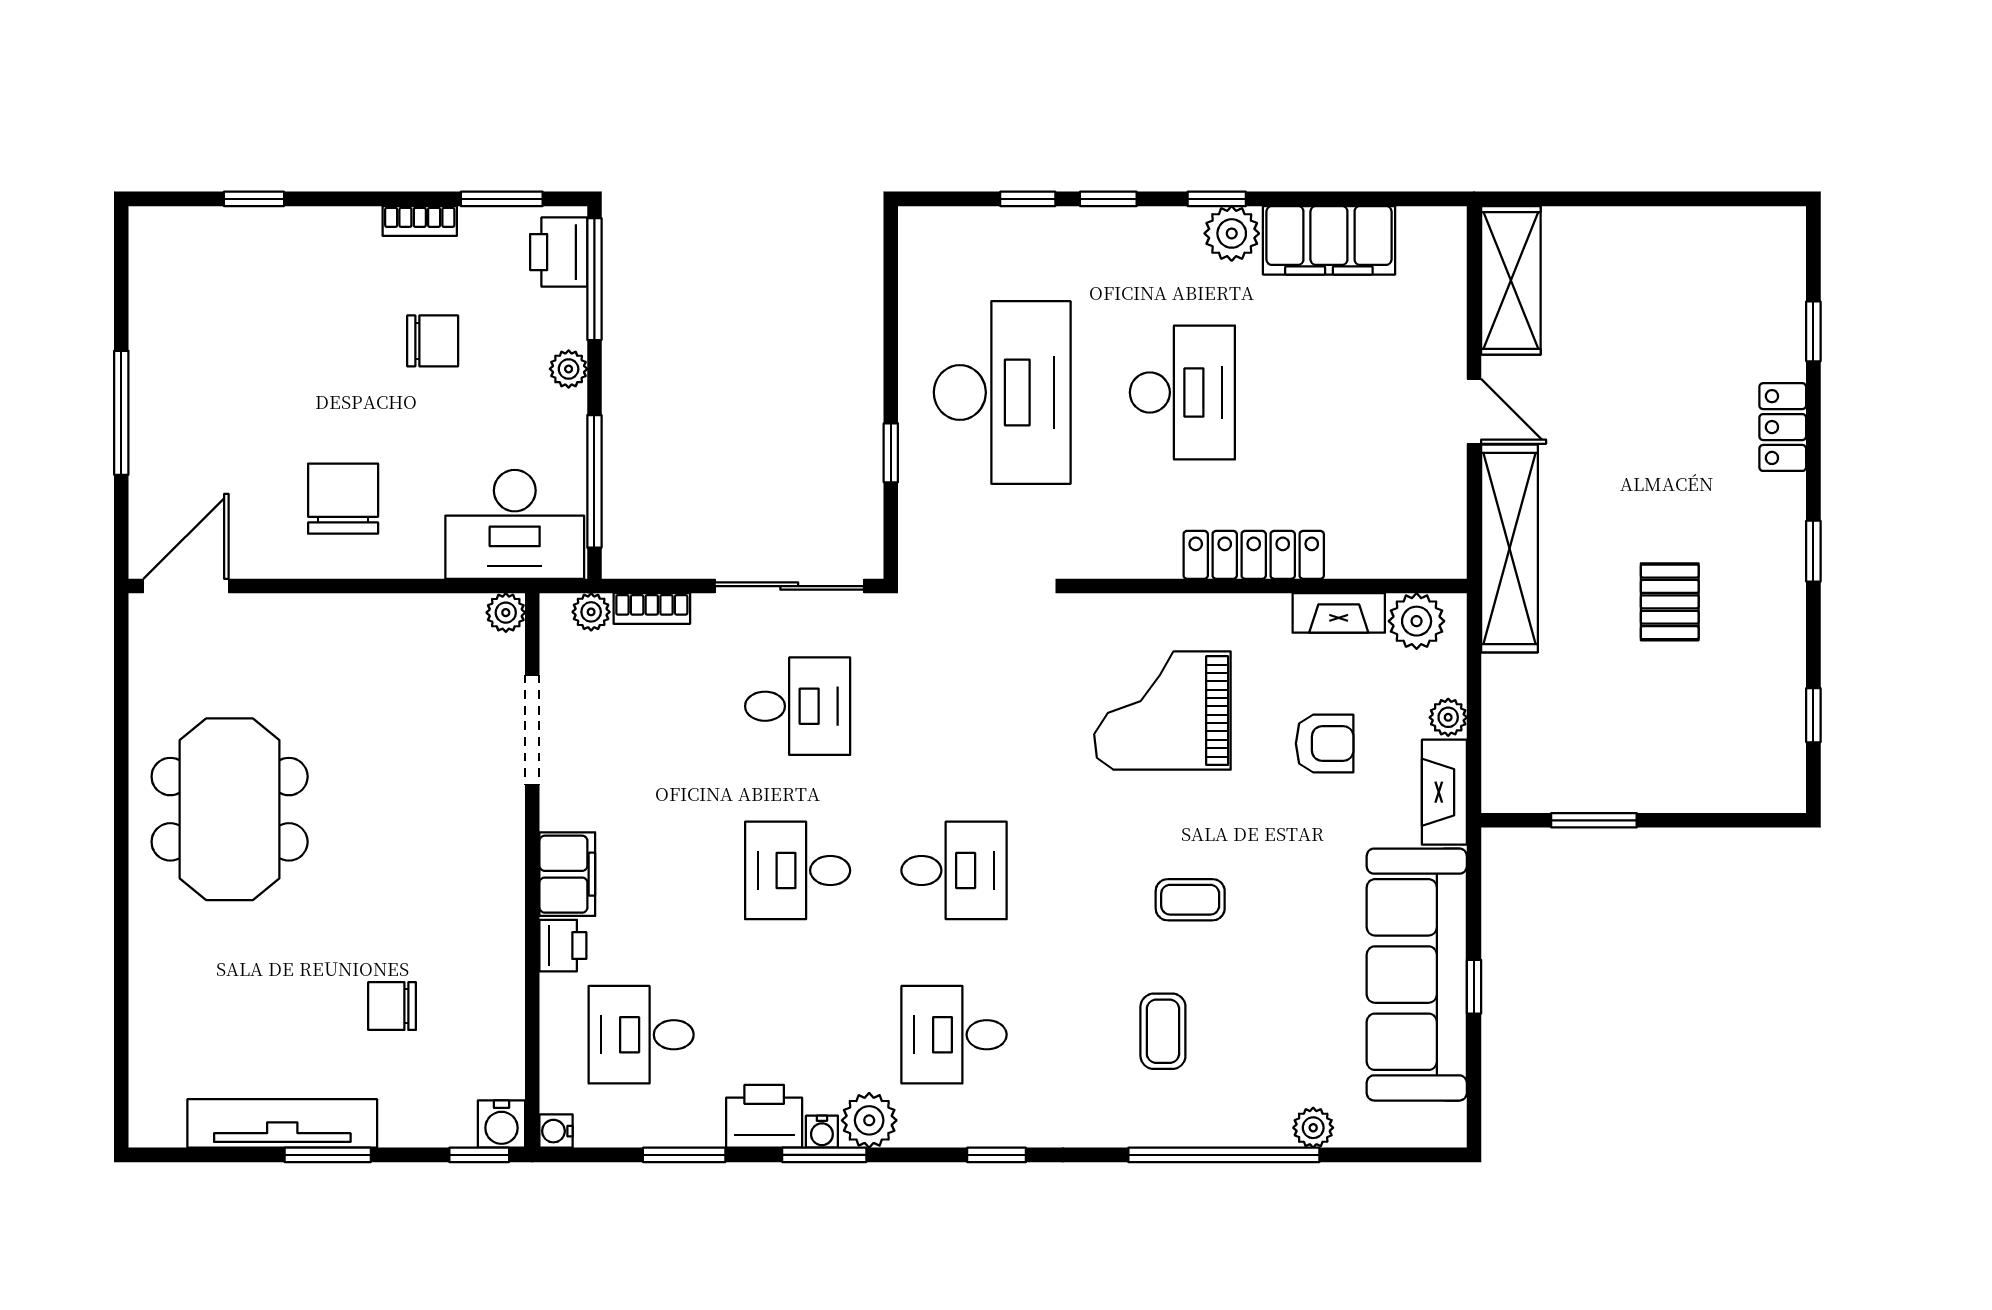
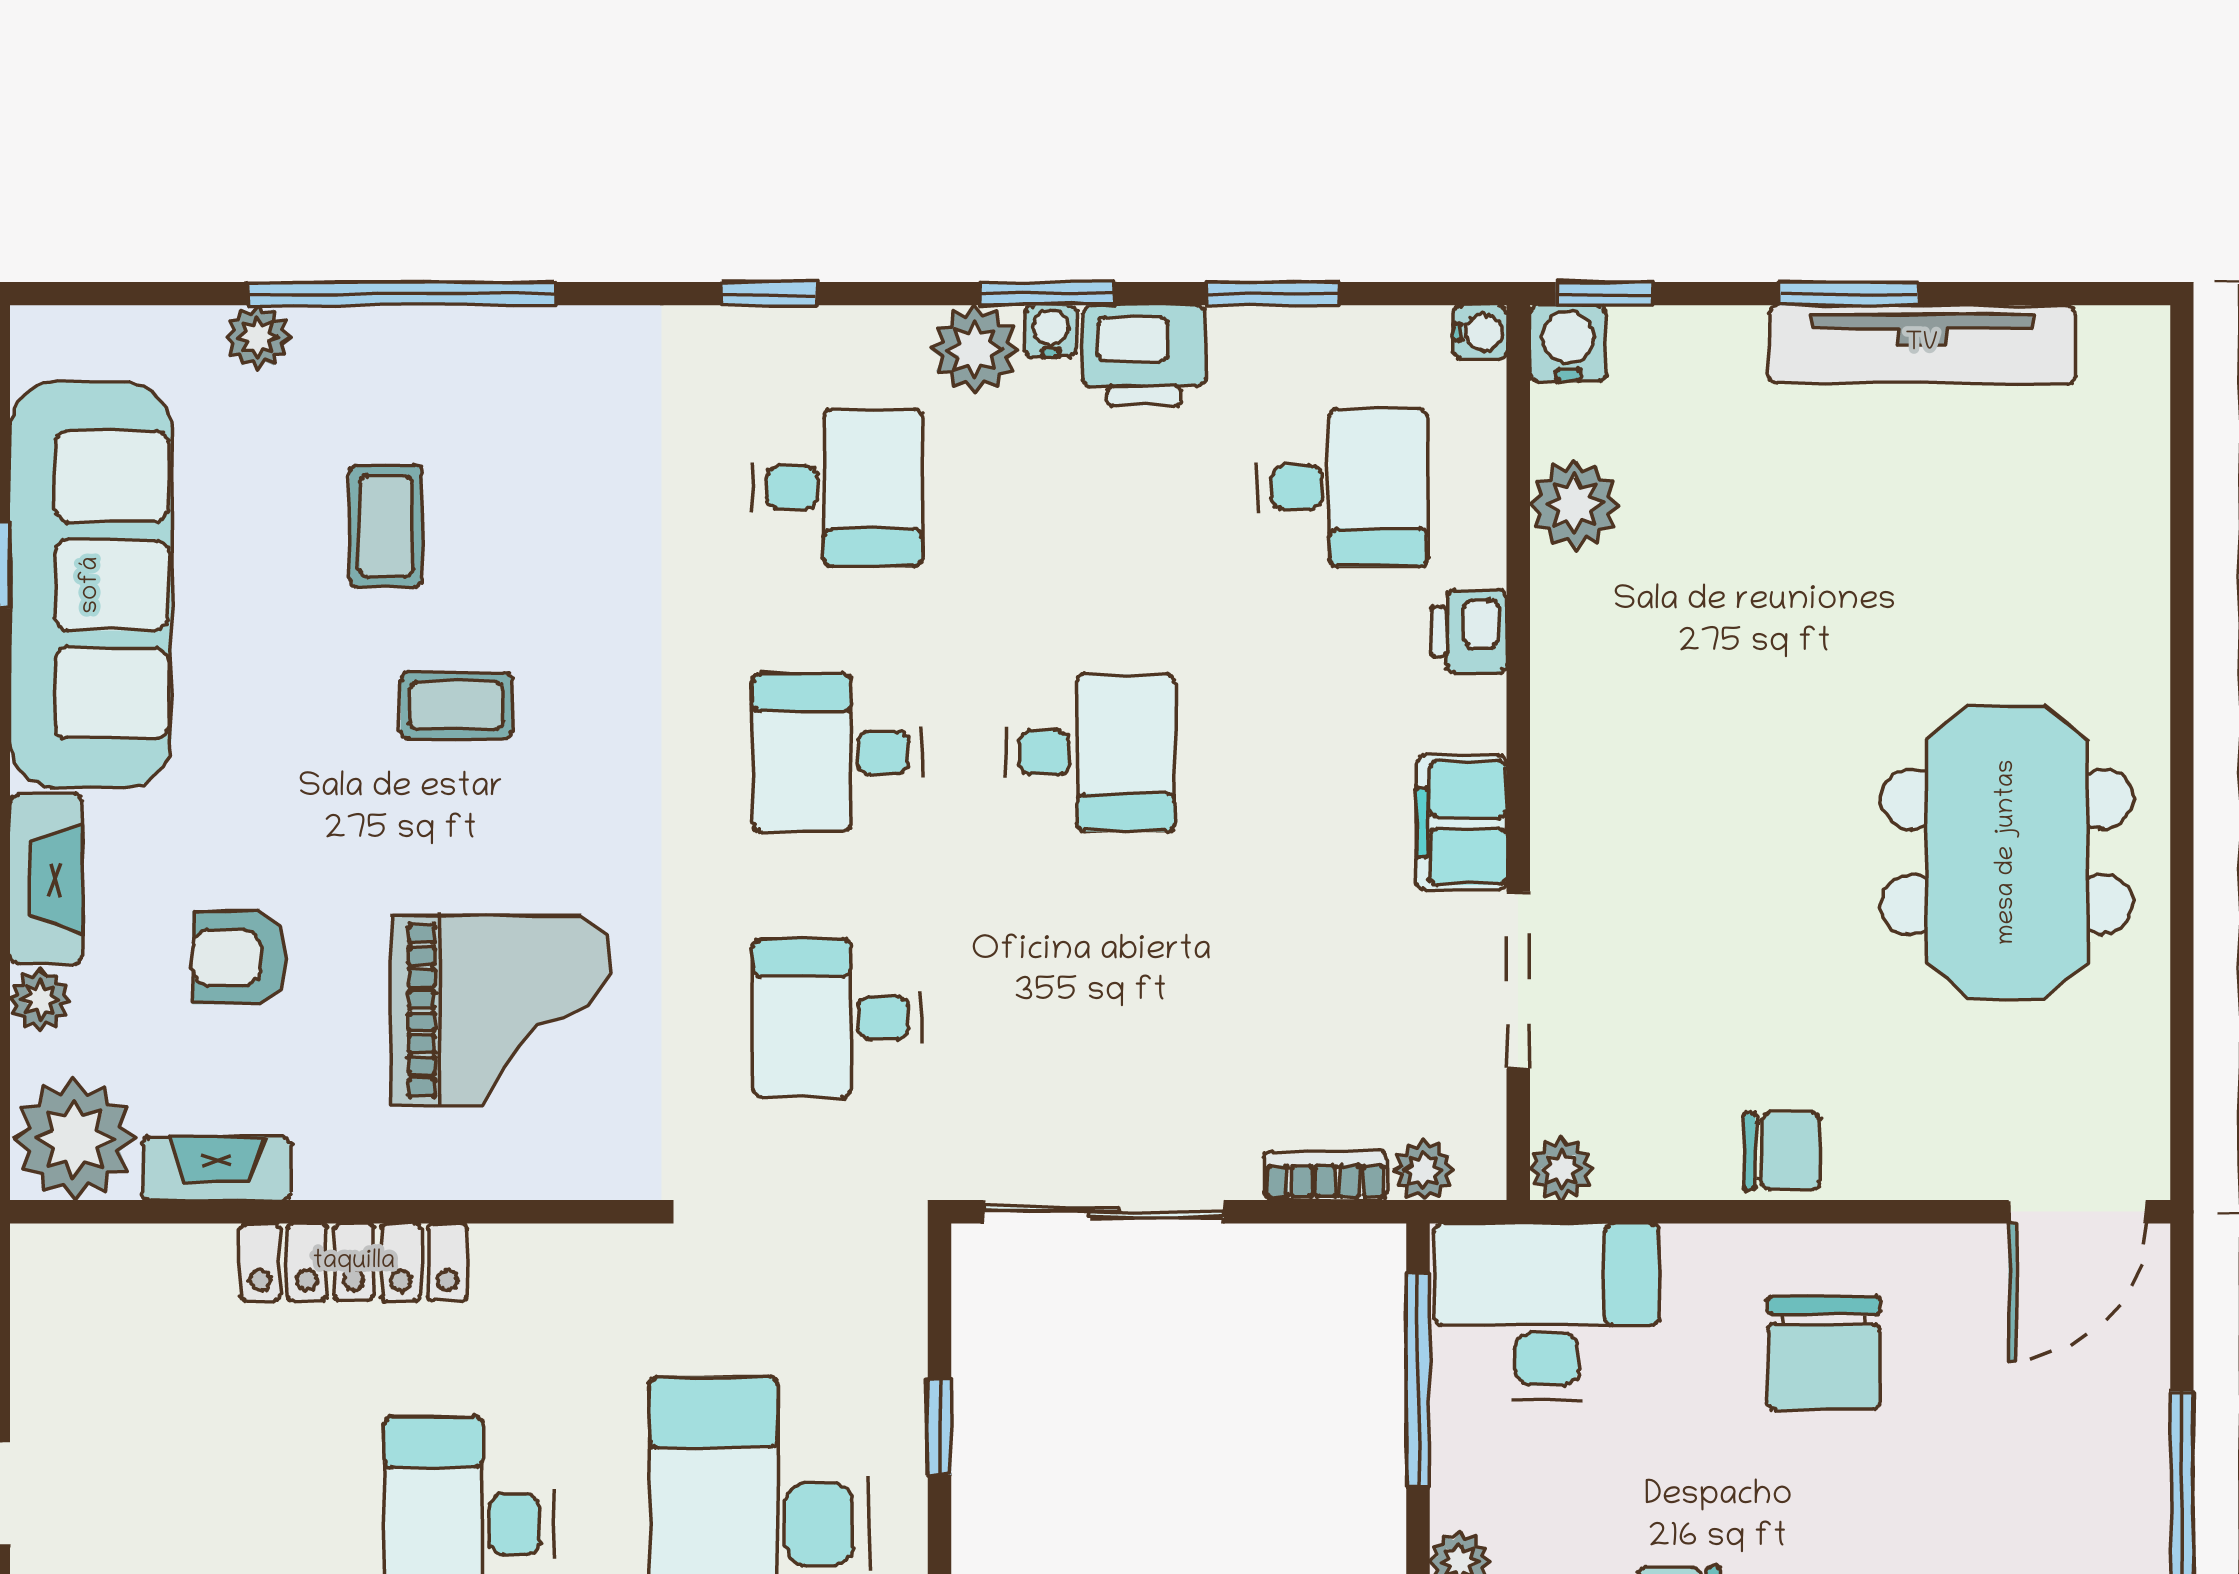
plant: (1417, 621) -> (75, 1139), width x1.36, depth x1.36
desk: (798, 706) -> (837, 1018), moved
filing cabinet: (567, 874) -> (1462, 823), moved
chair: (392, 1006) -> (1782, 1151), moved
plant: (497, 1024) -> (1575, 505), added
coffee table: (1163, 1031) -> (386, 526), moved

